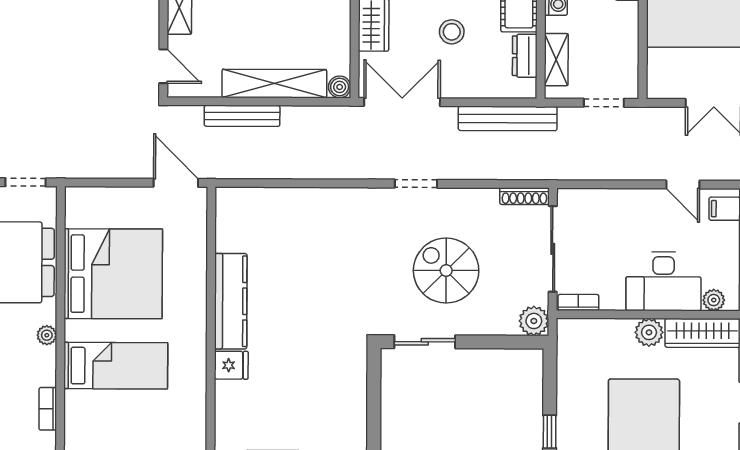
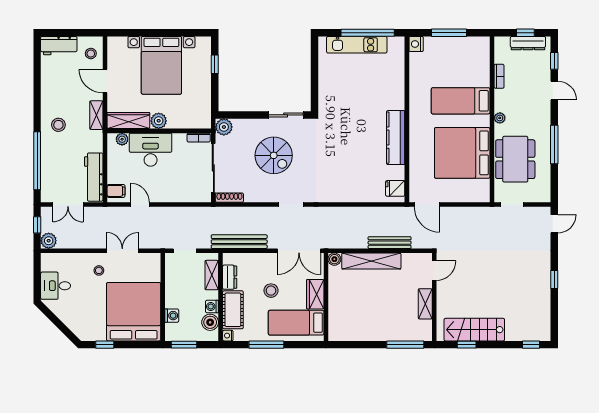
door: (163, 66) -> (434, 271), swing flipped
fridge: (231, 365) -> (395, 188), moved

